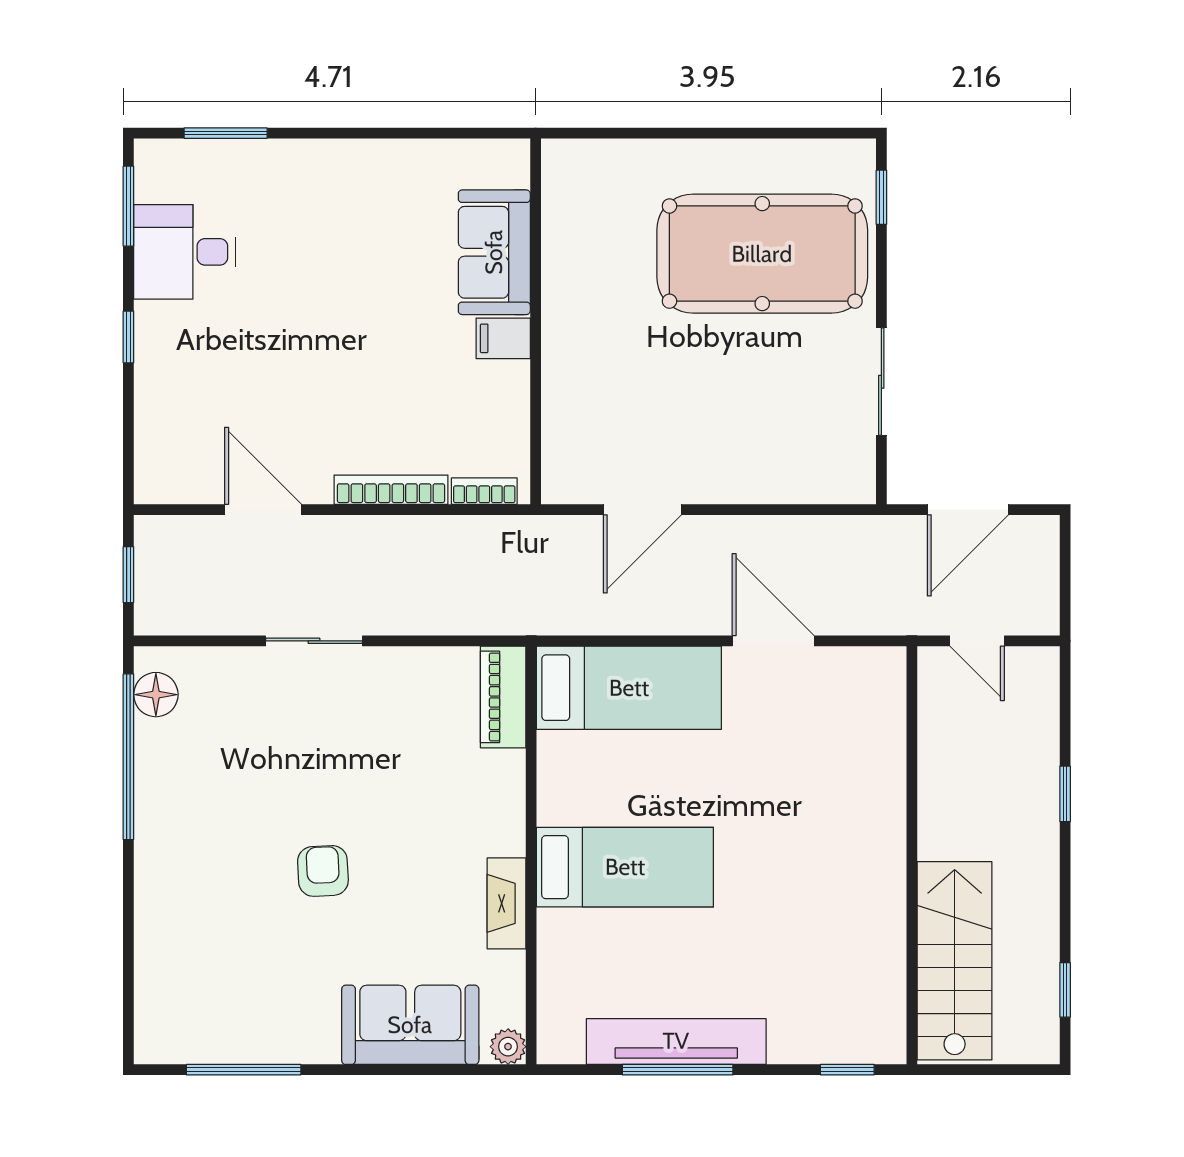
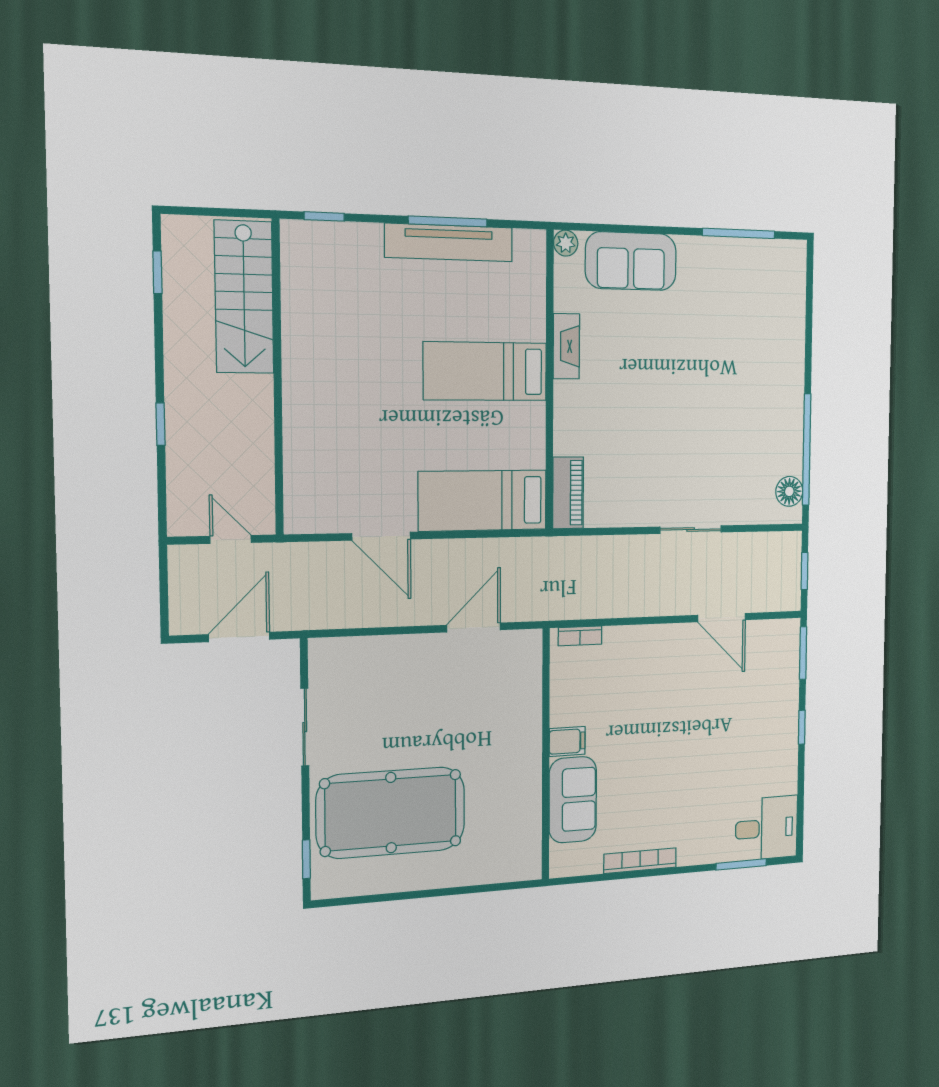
window: (128, 206) -> (803, 653), moved
desk: (185, 252) -> (766, 828), moved
bookcase: (391, 490) -> (640, 861), moved, turned 180
armchair: (323, 871) -> (687, 371), removed

